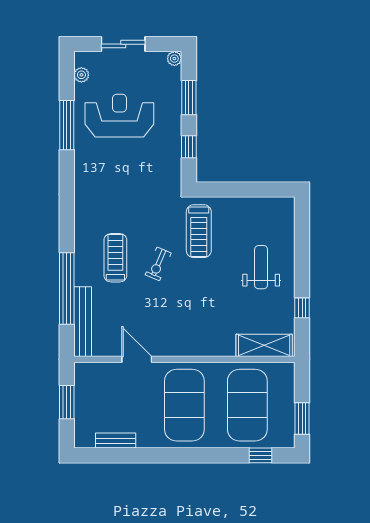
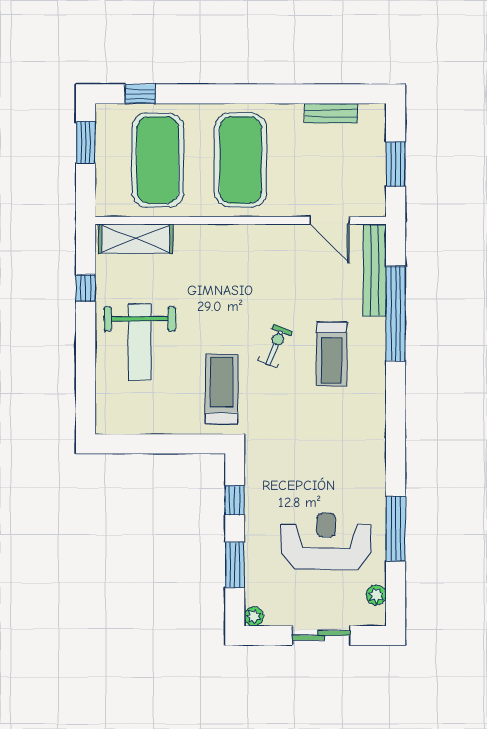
reception desk: (119, 116) -> (326, 541), turned 180
weight bench: (261, 267) -> (140, 342), width x1.36, depth x1.33
door: (137, 359) -> (330, 220), moved

